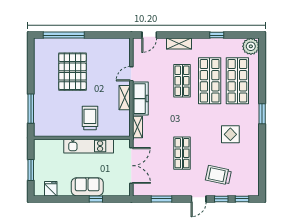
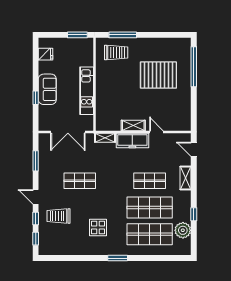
plant: (251, 46) -> (183, 230), moved
trolley: (90, 118) -> (116, 52), moved
window: (31, 170) -> (77, 35), moved
trolley: (218, 175) -> (59, 216), turned -102

